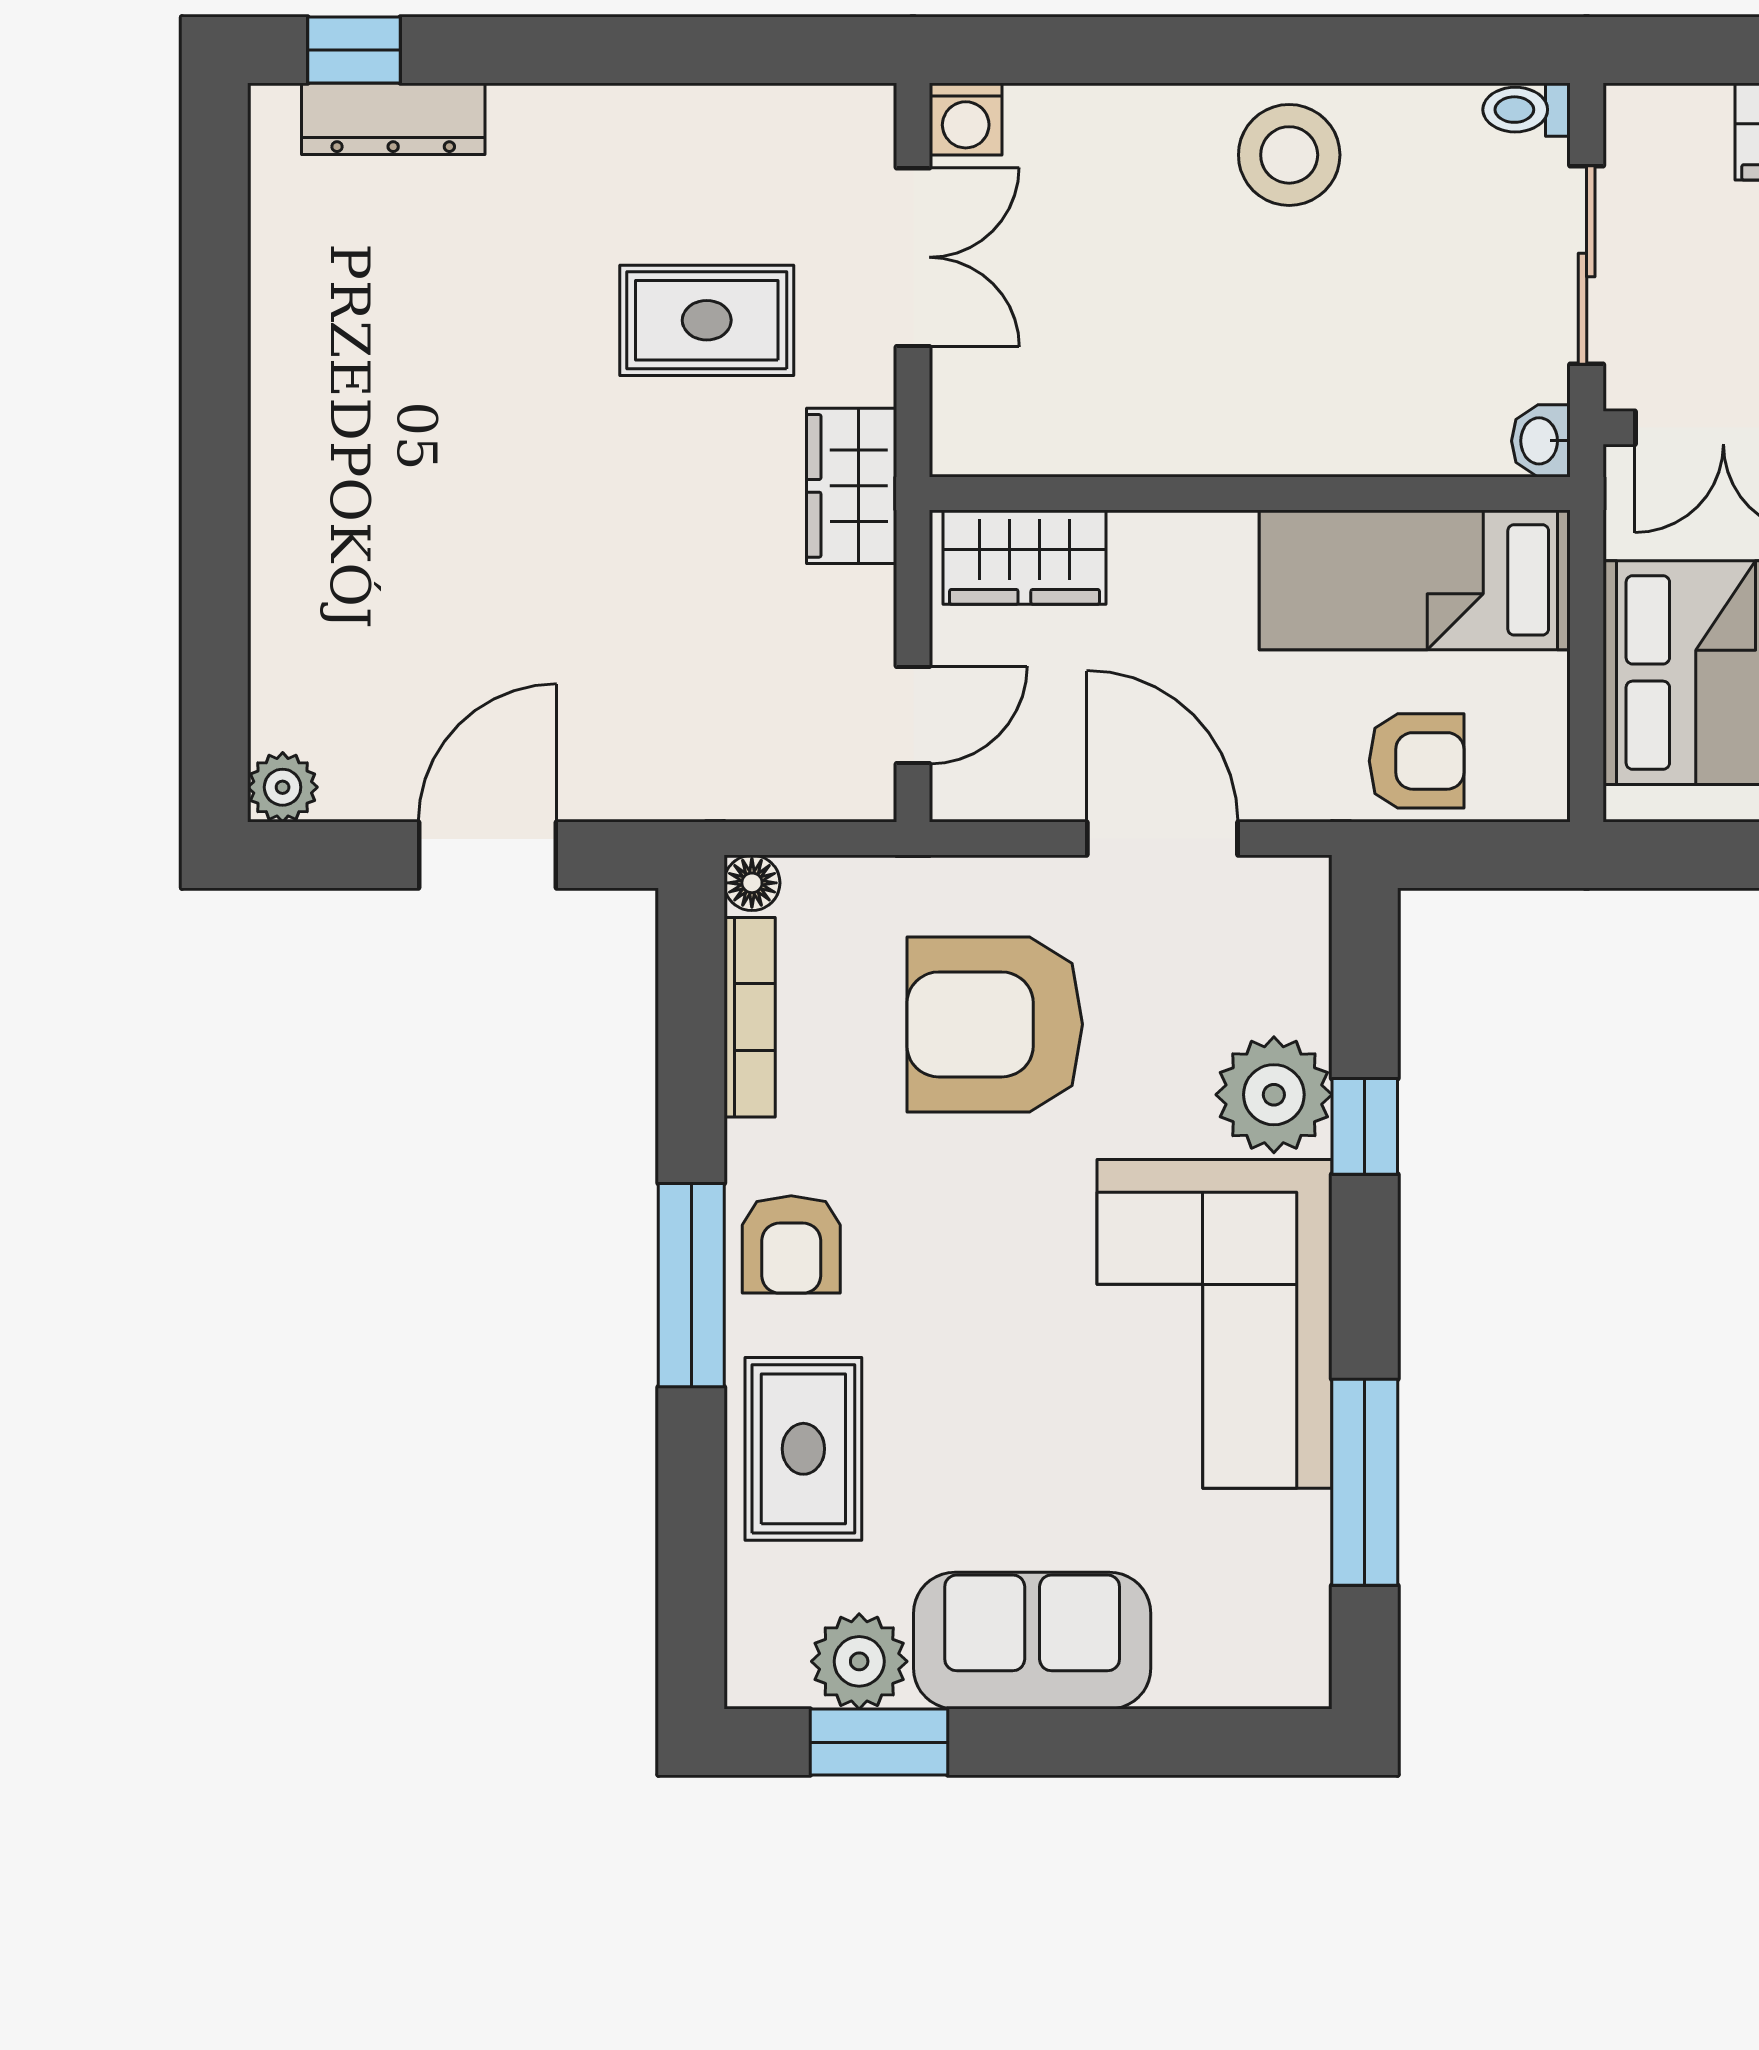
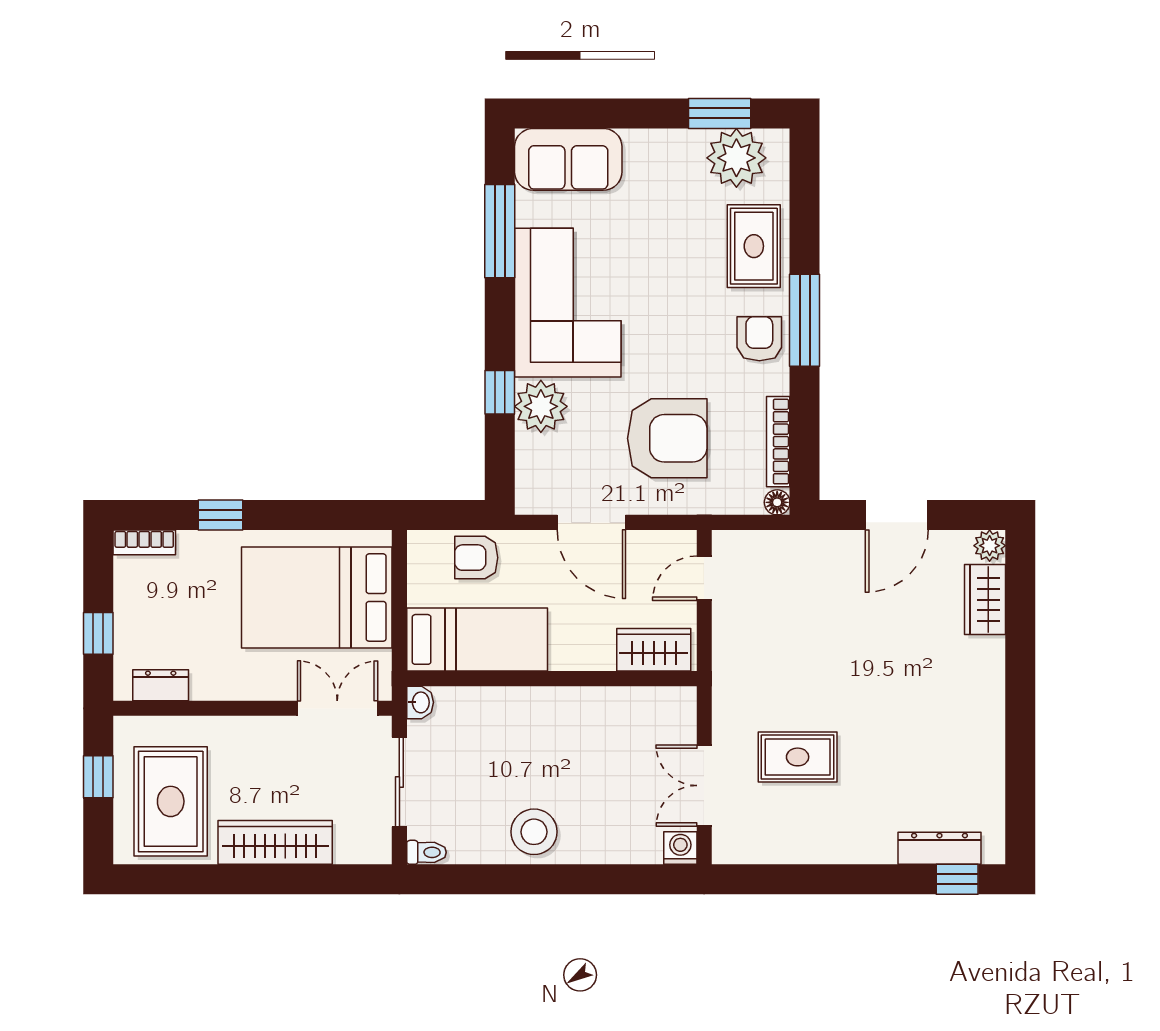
wardrobe: (852, 486) -> (985, 600), moved, turned 180
sofa: (1032, 1641) -> (568, 159), moved
plant: (859, 1661) -> (736, 158), width x1.36, depth x1.36

